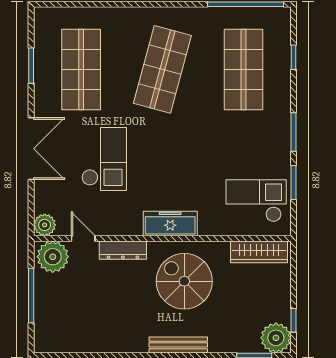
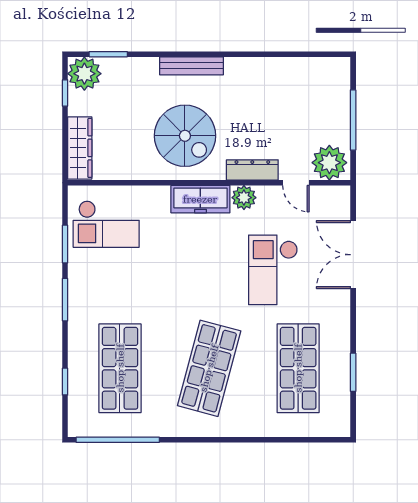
double door: (31, 149) -> (353, 255), moved
plant: (45, 225) -> (244, 198), moved
wardrobe: (259, 252) -> (80, 148), moved, turned 90

